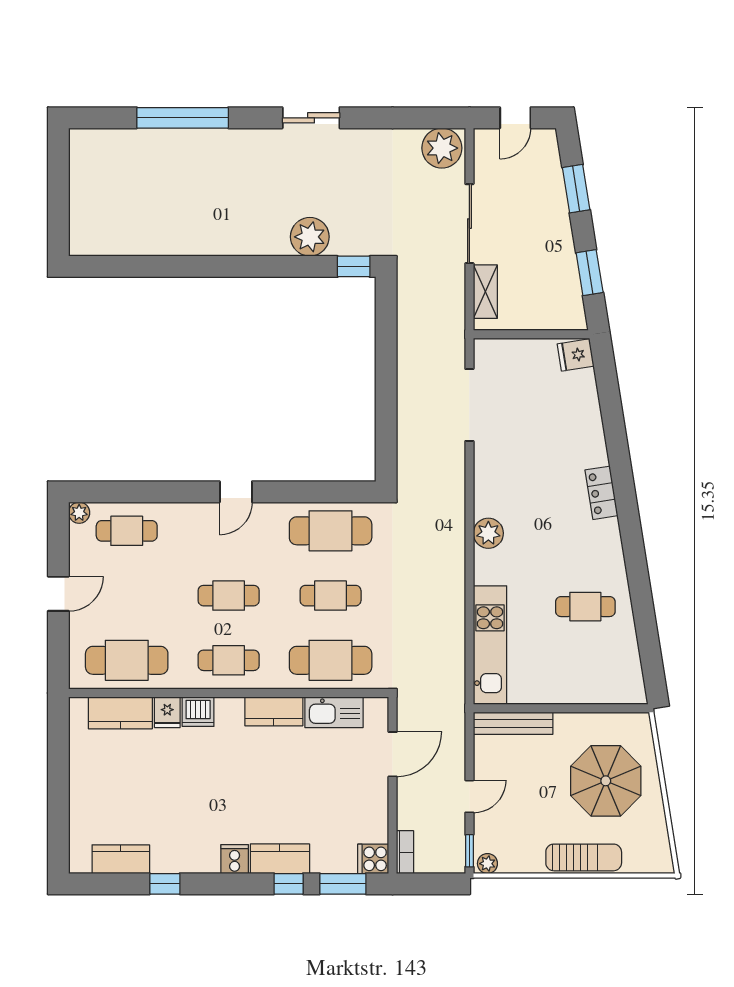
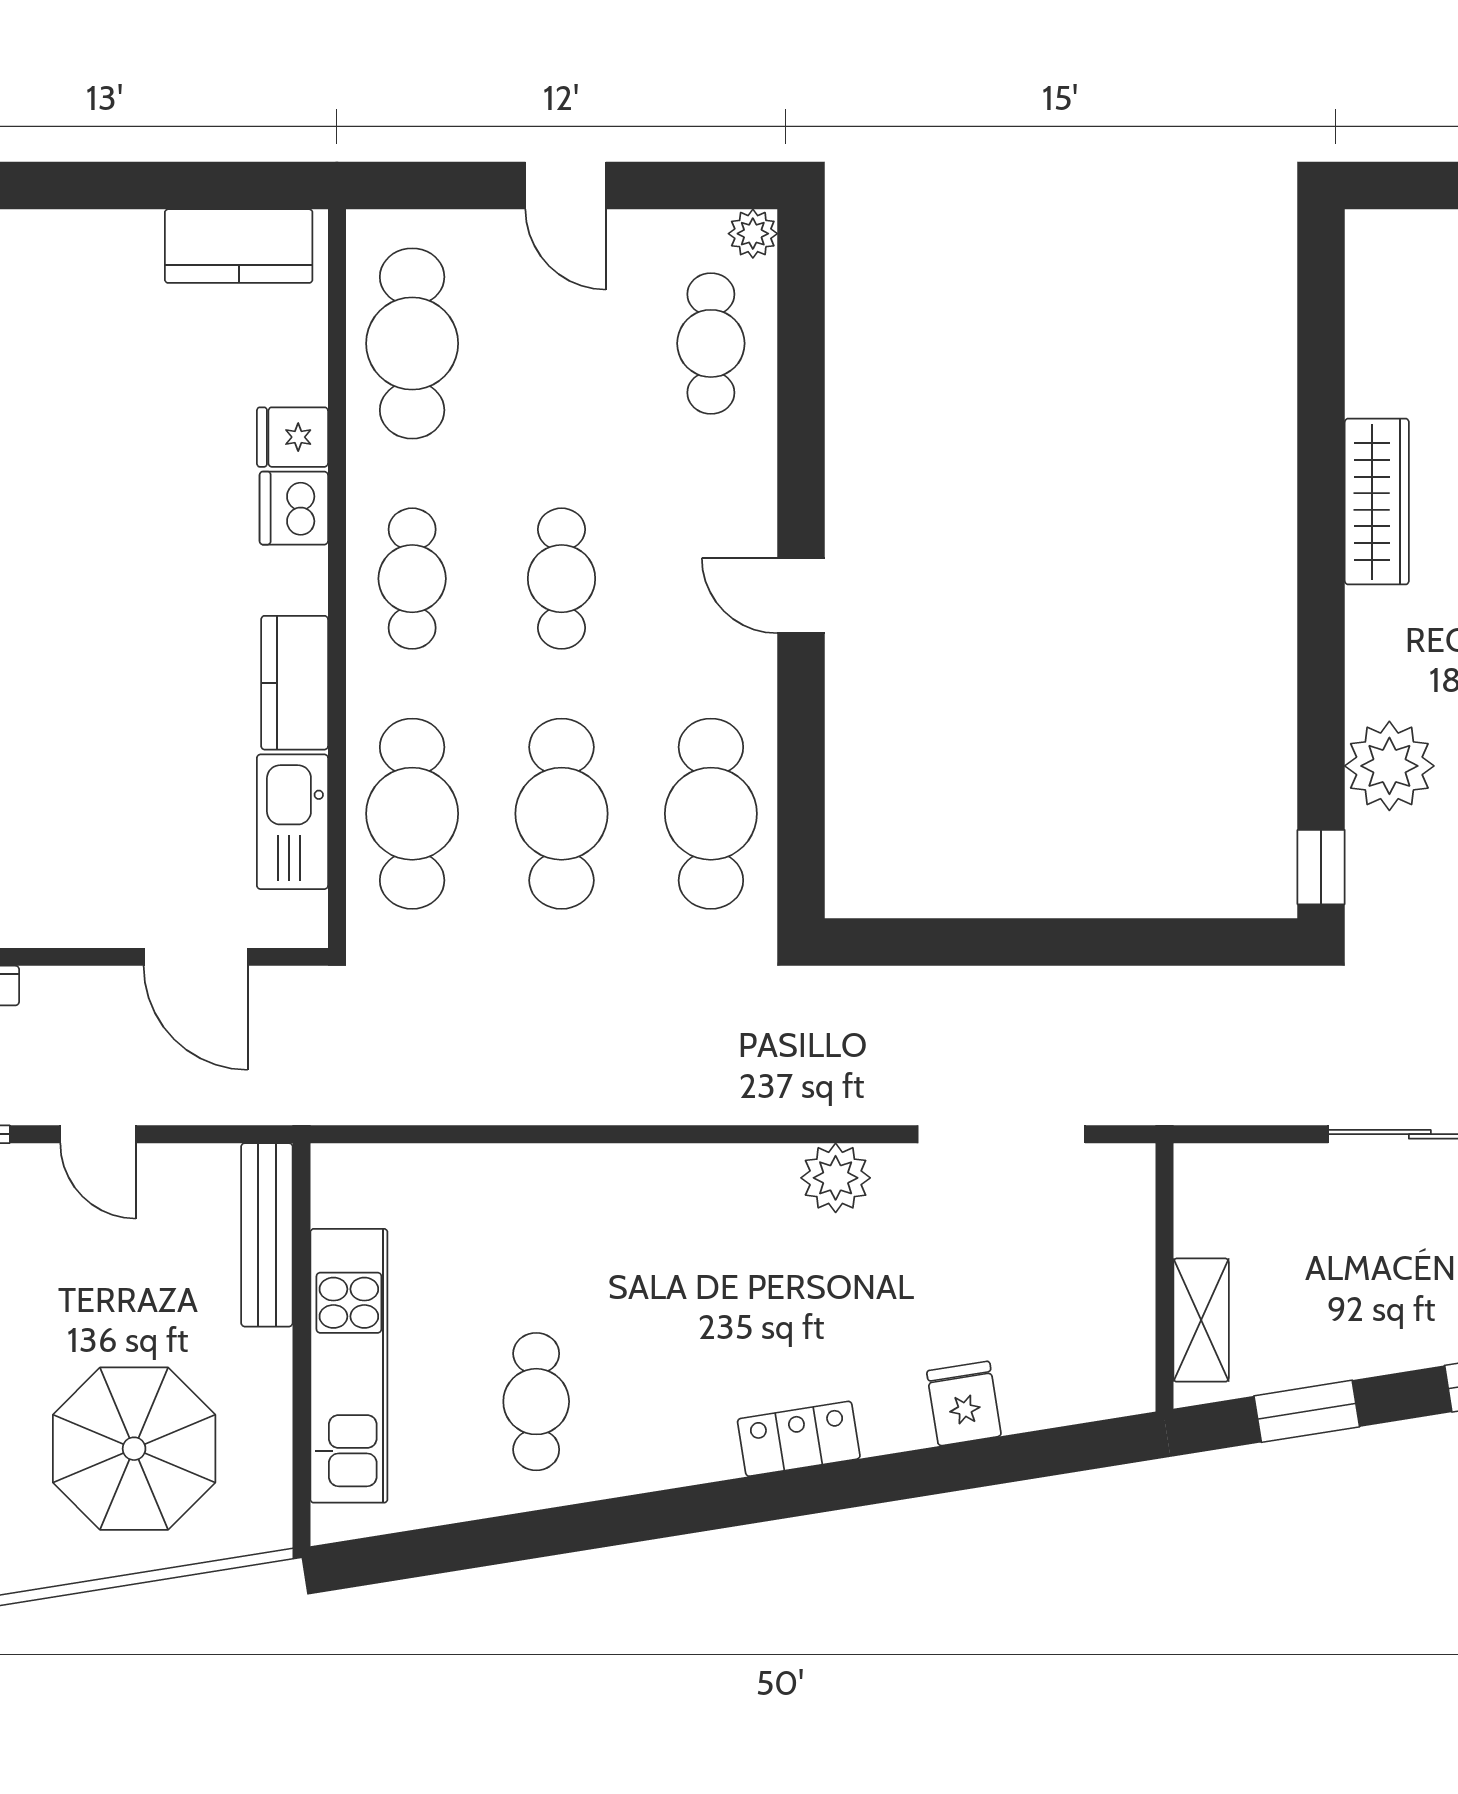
wardrobe: (195, 242) -> (1377, 502), added
shelving: (485, 292) -> (1201, 1320), moved, turned 90
fridge: (576, 355) -> (964, 1403), moved
plant: (488, 533) -> (836, 1178), moved
cafe table: (331, 596) -> (562, 814), width x1.37, depth x1.35
kitchen unit: (490, 645) -> (349, 1366), moved, turned -90
kitchen counter: (120, 713) -> (239, 246), moved, turned -90

